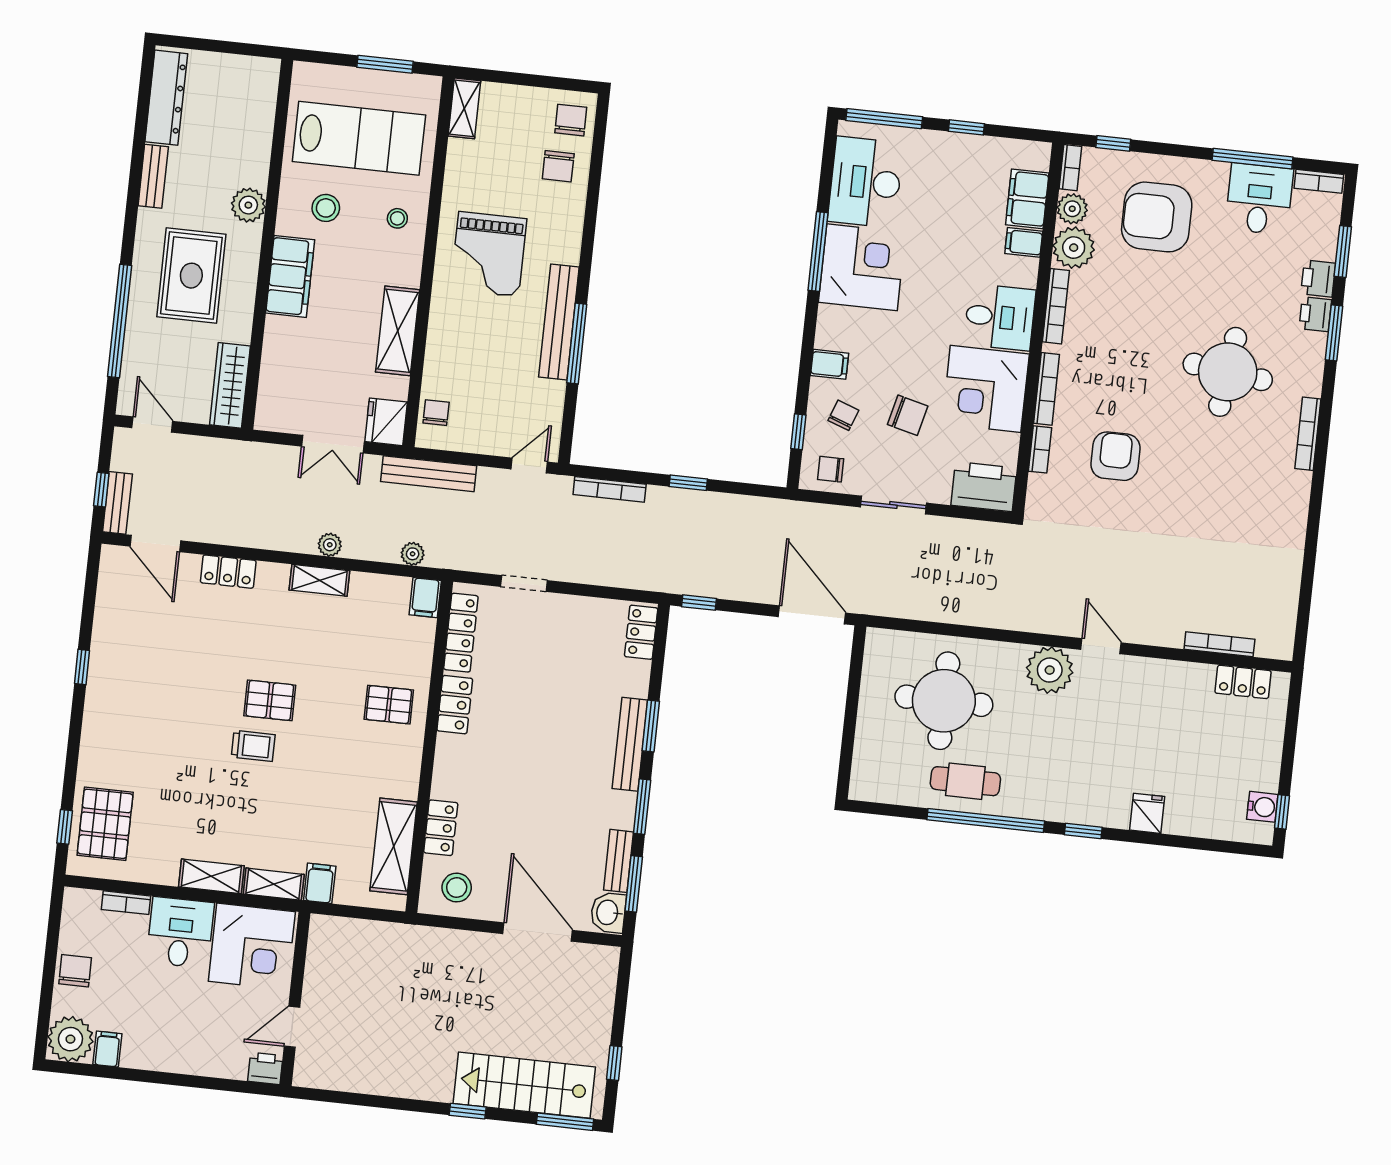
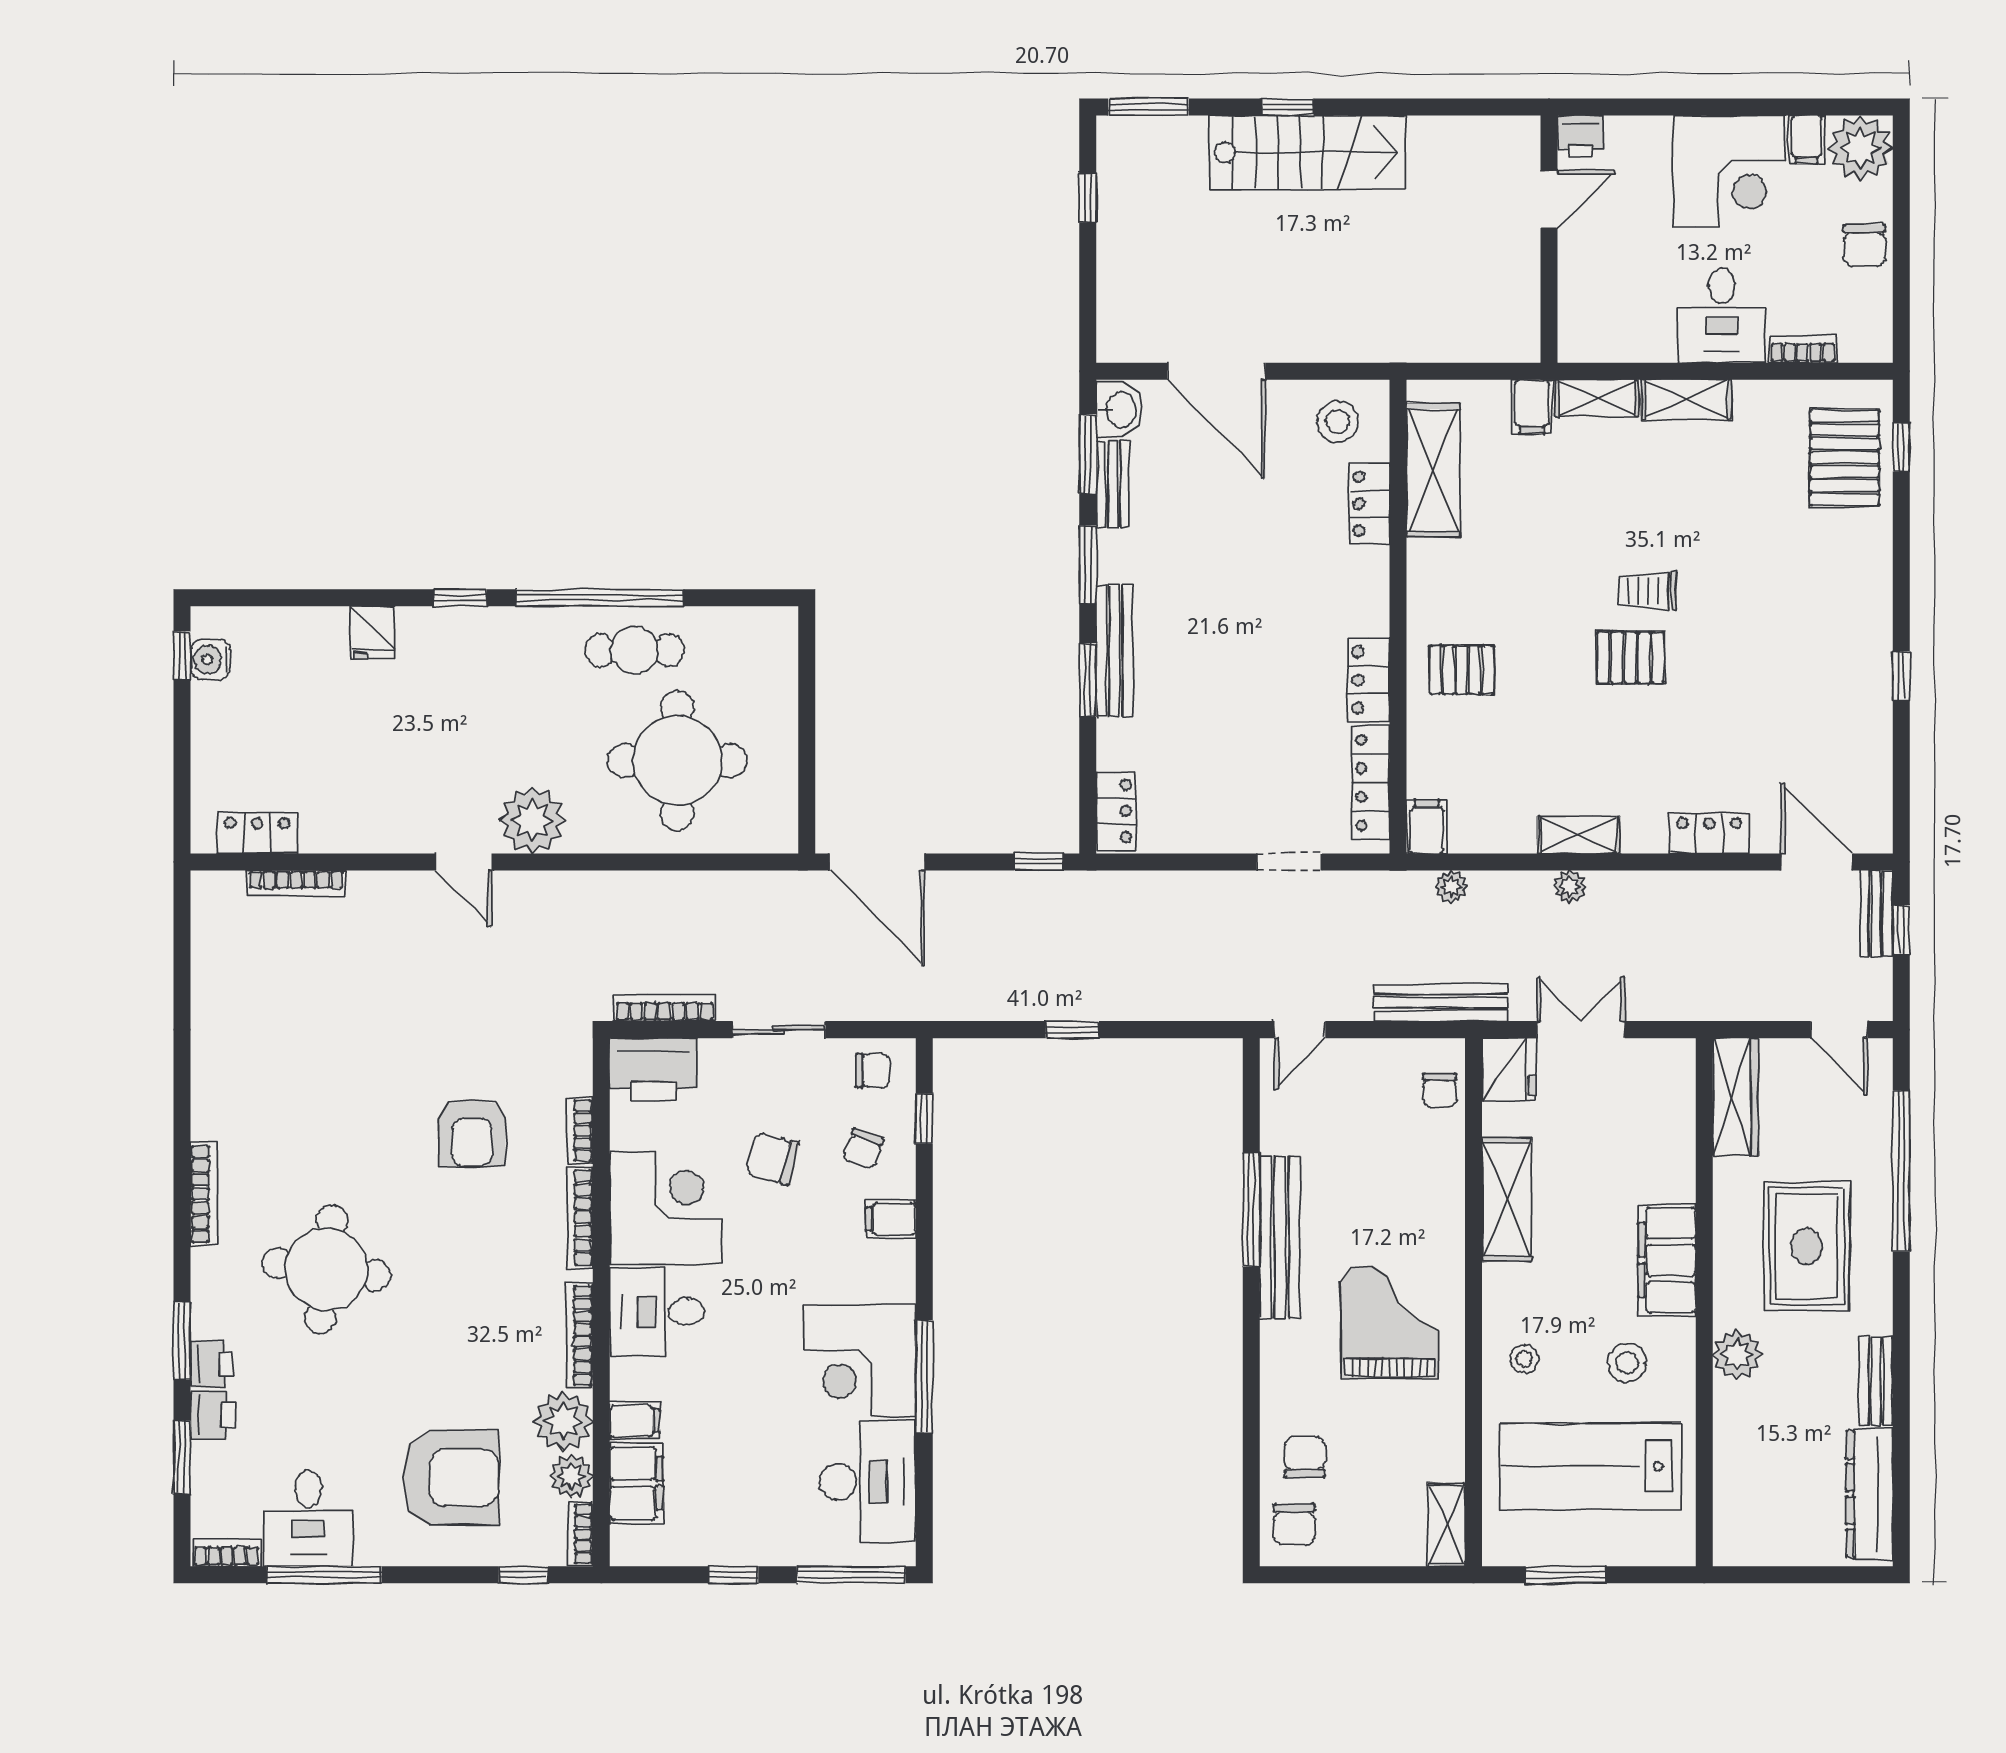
bookcase: (610, 489) -> (664, 1008), moved
corner desk: (252, 946) -> (1729, 172), moved, turned 180
stairs: (524, 1085) -> (1307, 152), moved

